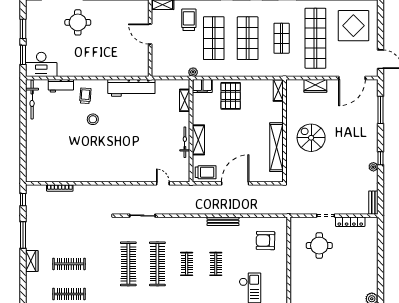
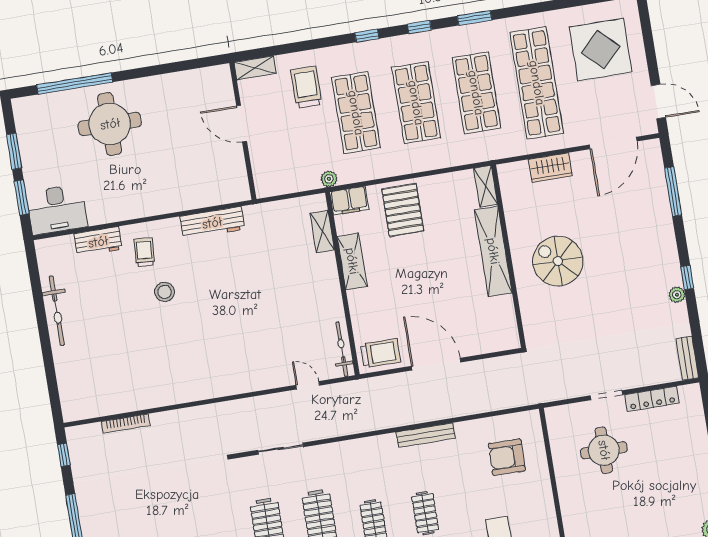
round table: (78, 22) -> (110, 124), width x1.36, depth x1.36
shop shelf: (282, 38) -> (476, 93), width x1.43, depth x1.36
workbench: (131, 88) -> (212, 223), width x0.73, depth x0.76
bicycle: (32, 100) -> (57, 311), moved
shelving: (198, 140) -> (352, 261), moved
bicycle: (185, 142) -> (342, 349), moved
shelving: (277, 147) -> (493, 251), moved
door: (235, 183) -> (436, 364), hinge flipped

